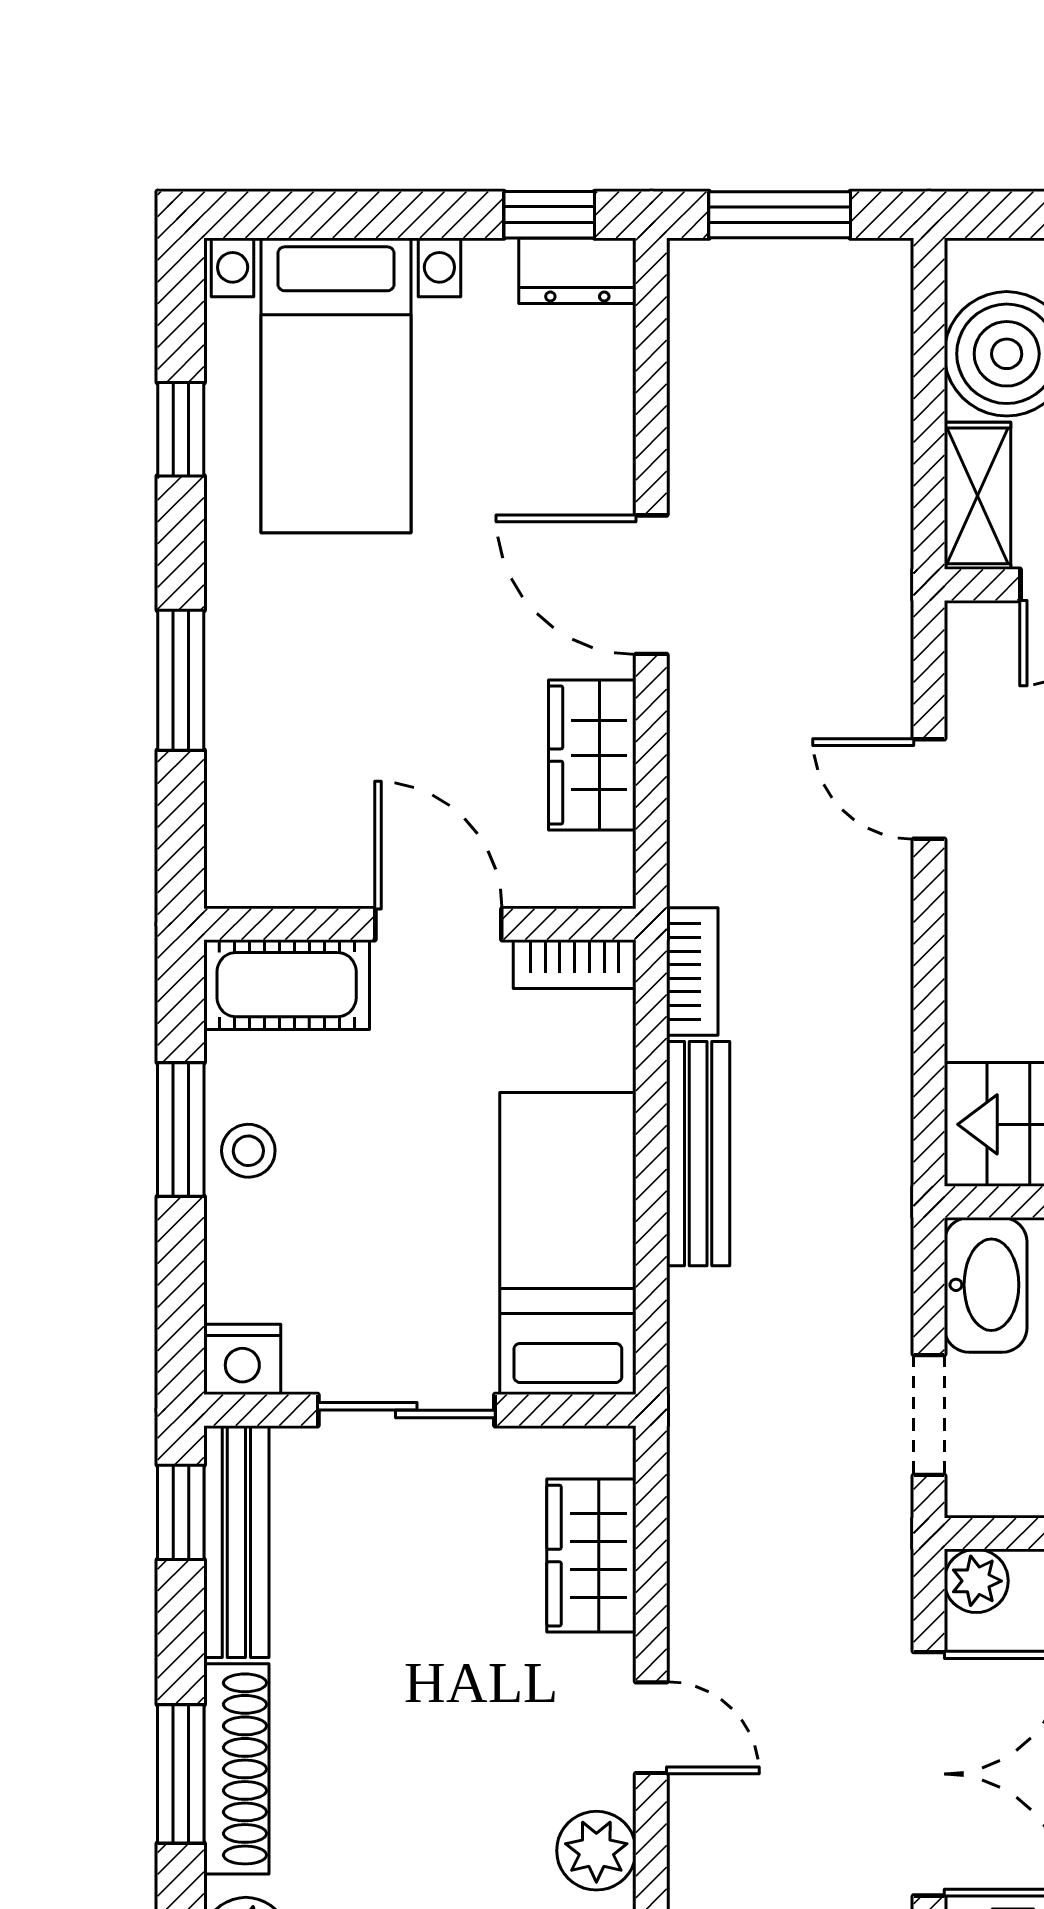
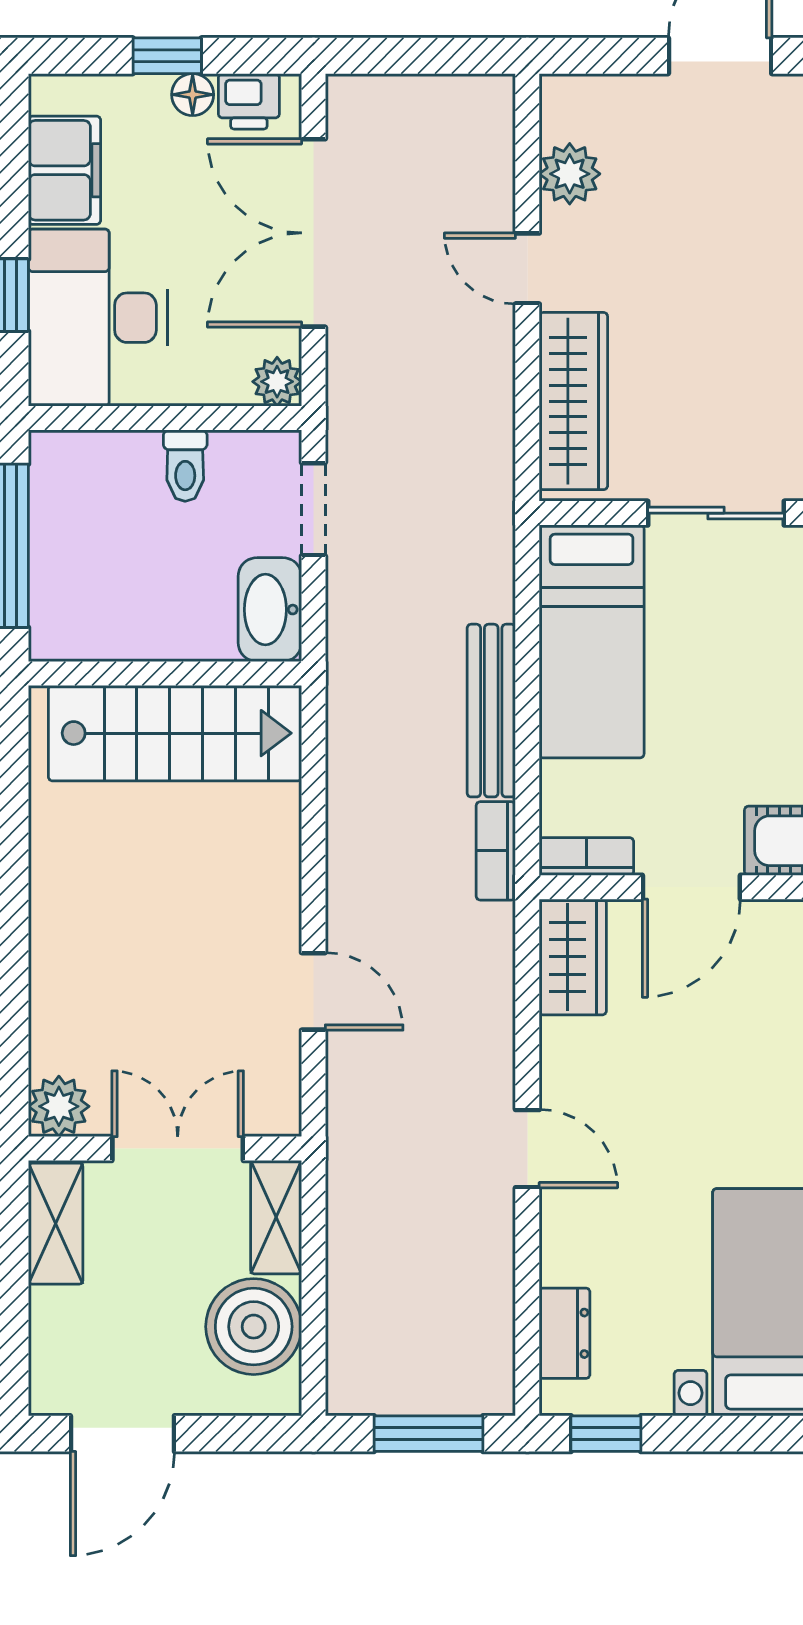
dresser: (577, 271) -> (565, 1333), moved, turned 90
door: (651, 585) -> (527, 1149), width x0.73
wardrobe: (592, 755) -> (573, 957), moved
door: (438, 924) -> (691, 887), hinge flipped
wardrobe: (591, 1556) -> (573, 401), width x1.50

